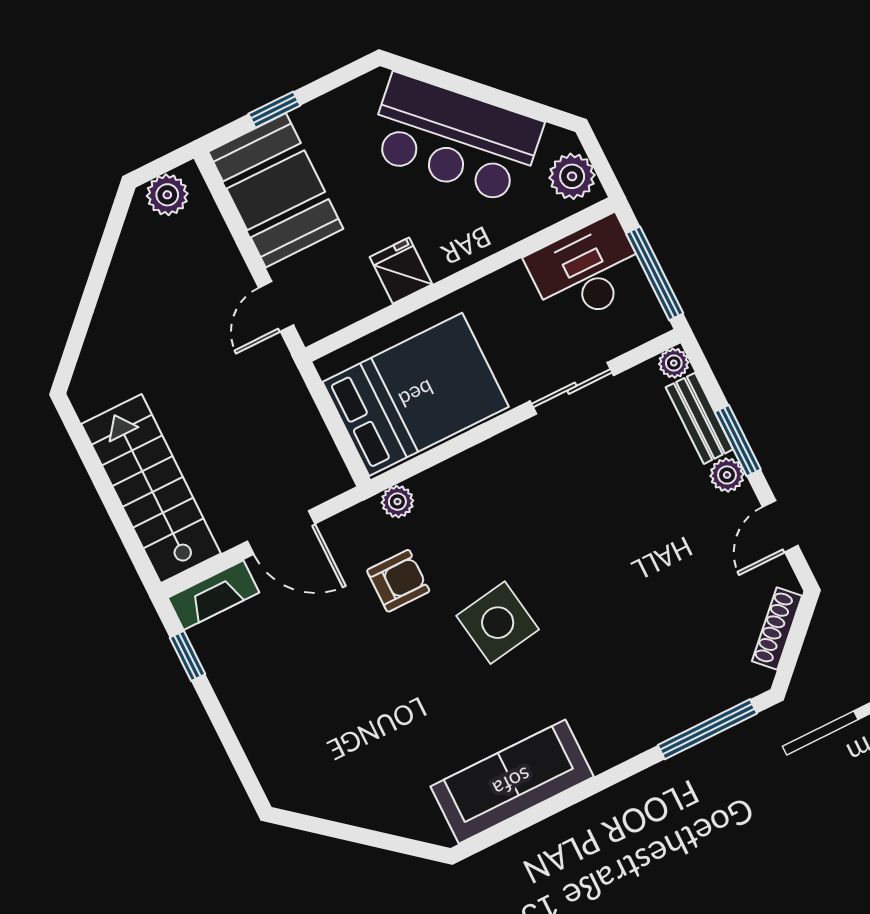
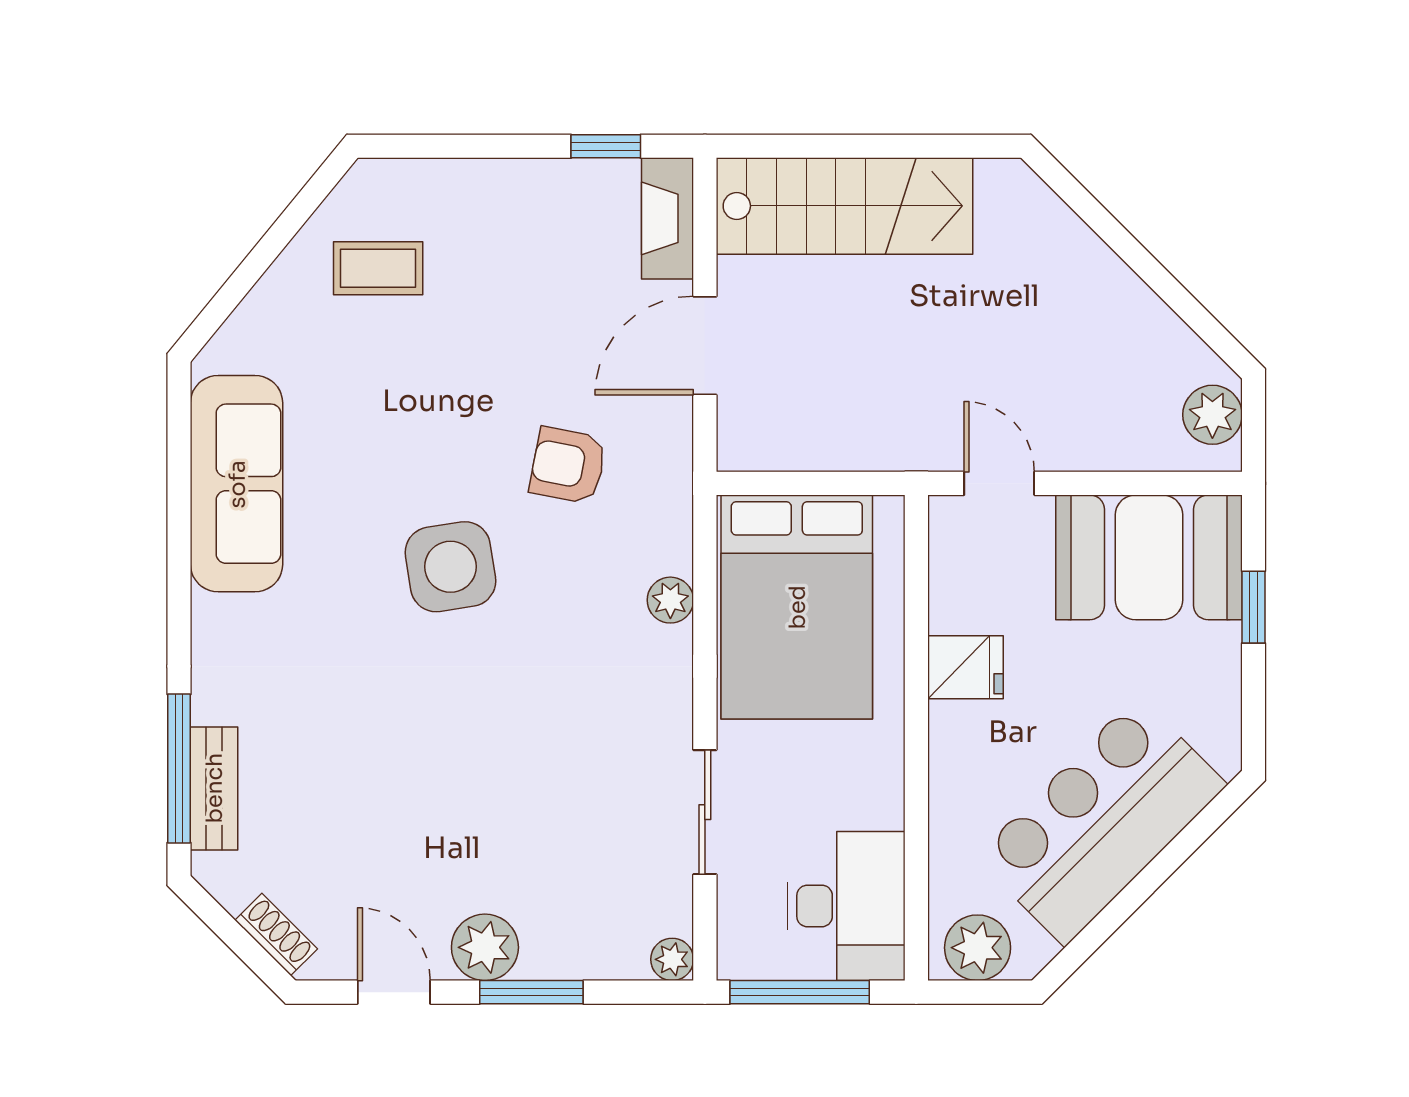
bench: (699, 418) -> (214, 788), moved, turned 90
plant: (727, 475) -> (485, 947), width x1.38, depth x1.38
plant: (397, 502) -> (670, 600), moved
armchair: (398, 581) -> (568, 465), turned 101
shoe rack: (777, 629) -> (276, 935), width x0.70
coffee table: (334, 760) -> (378, 268), added

